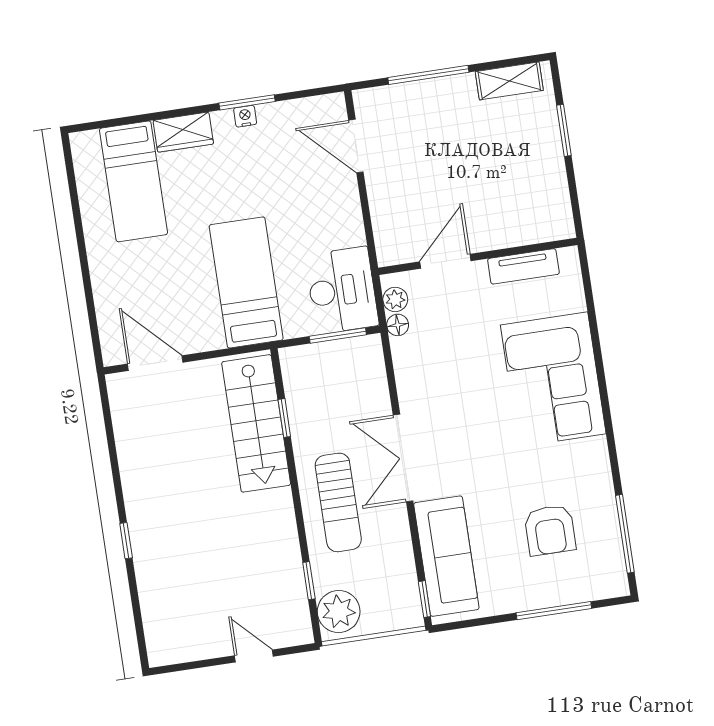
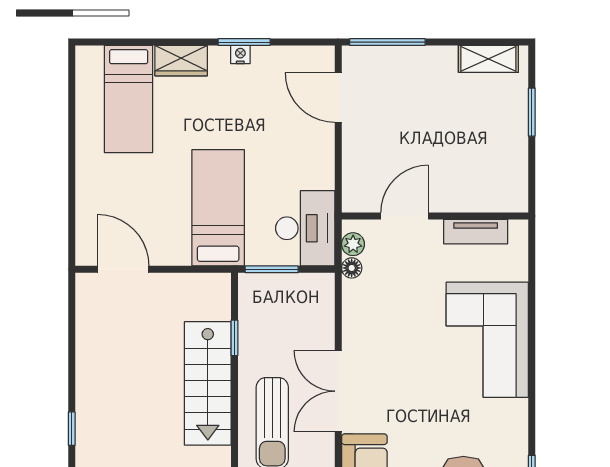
window: (428, 75) -> (387, 42), moved
window: (338, 335) -> (272, 269), moved
stairs: (256, 423) -> (208, 383), moved

